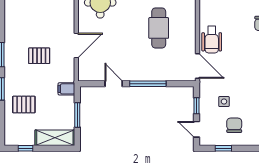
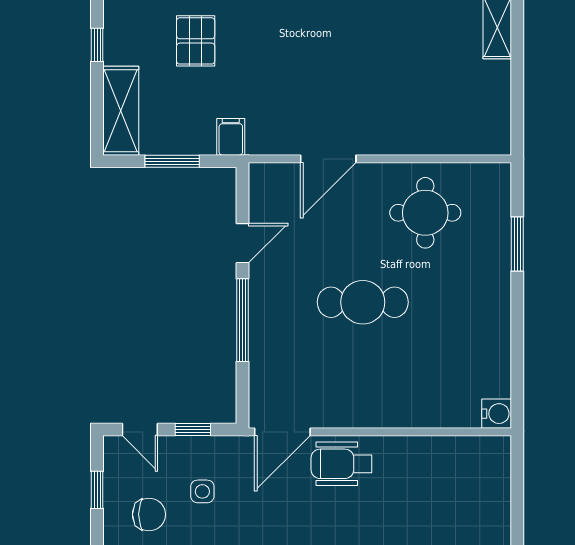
cafe table: (159, 28) -> (363, 302), moved
door: (76, 46) -> (328, 159), hinge flipped
pallet: (39, 56) -> (305, 75), removed
door: (196, 129) -> (140, 429), swing flipped

